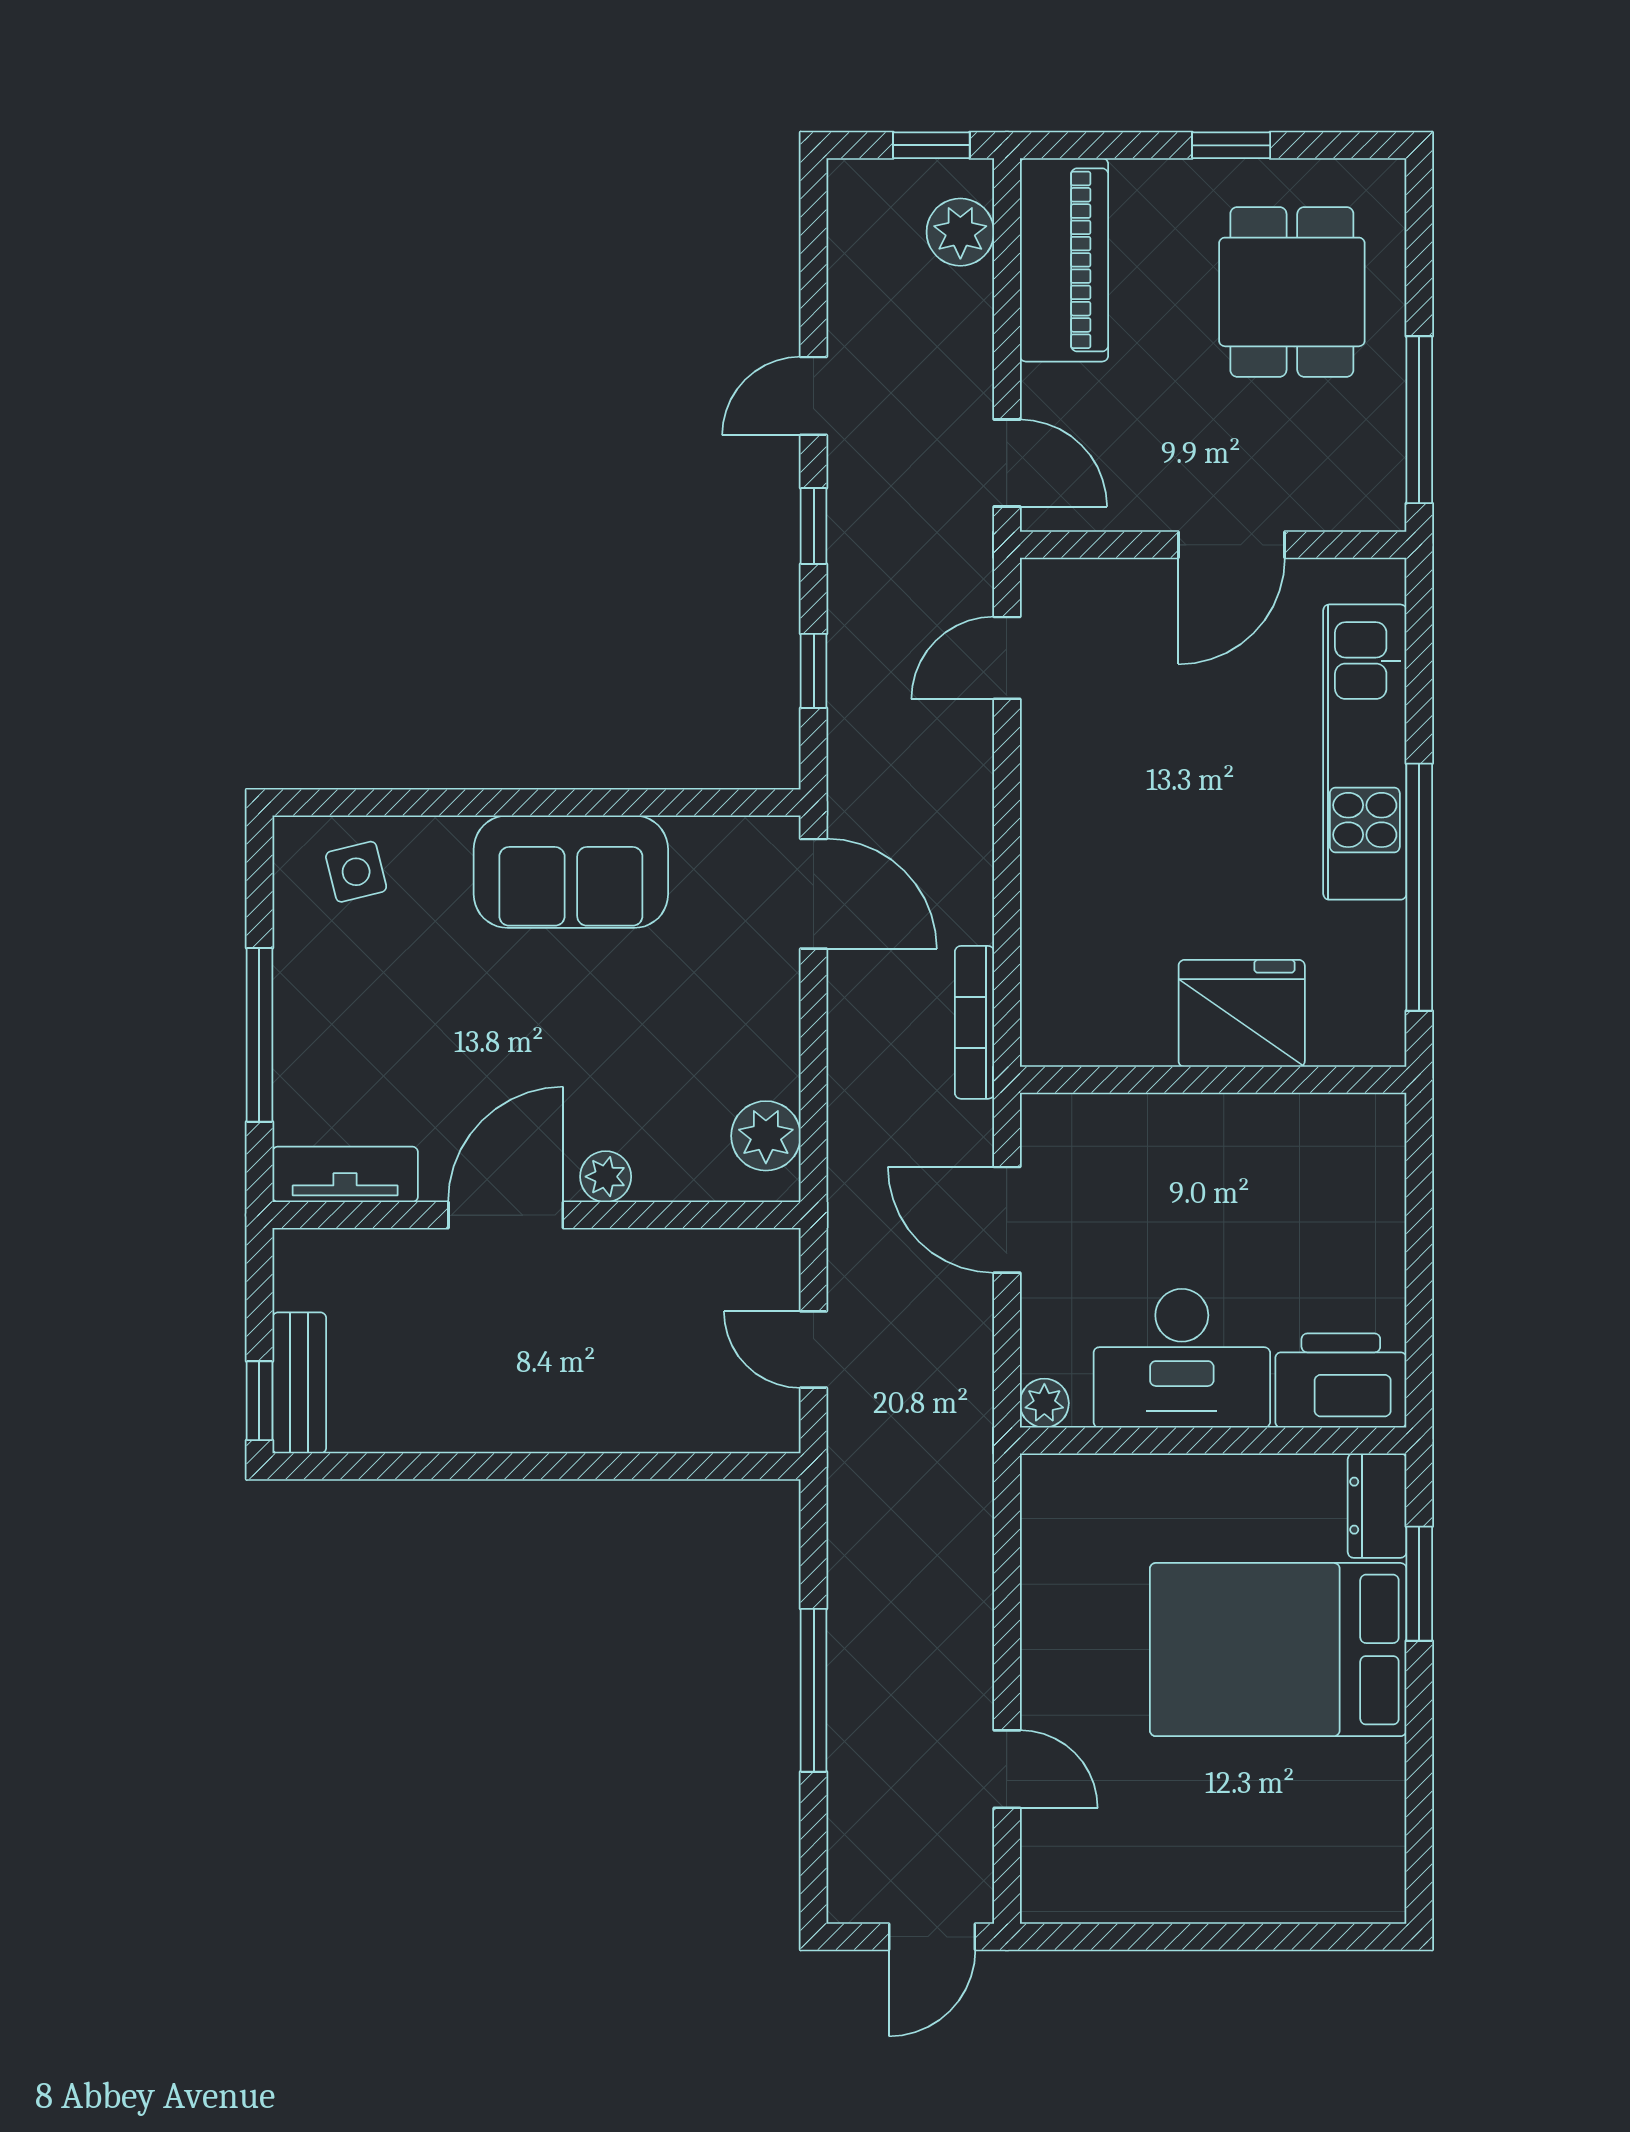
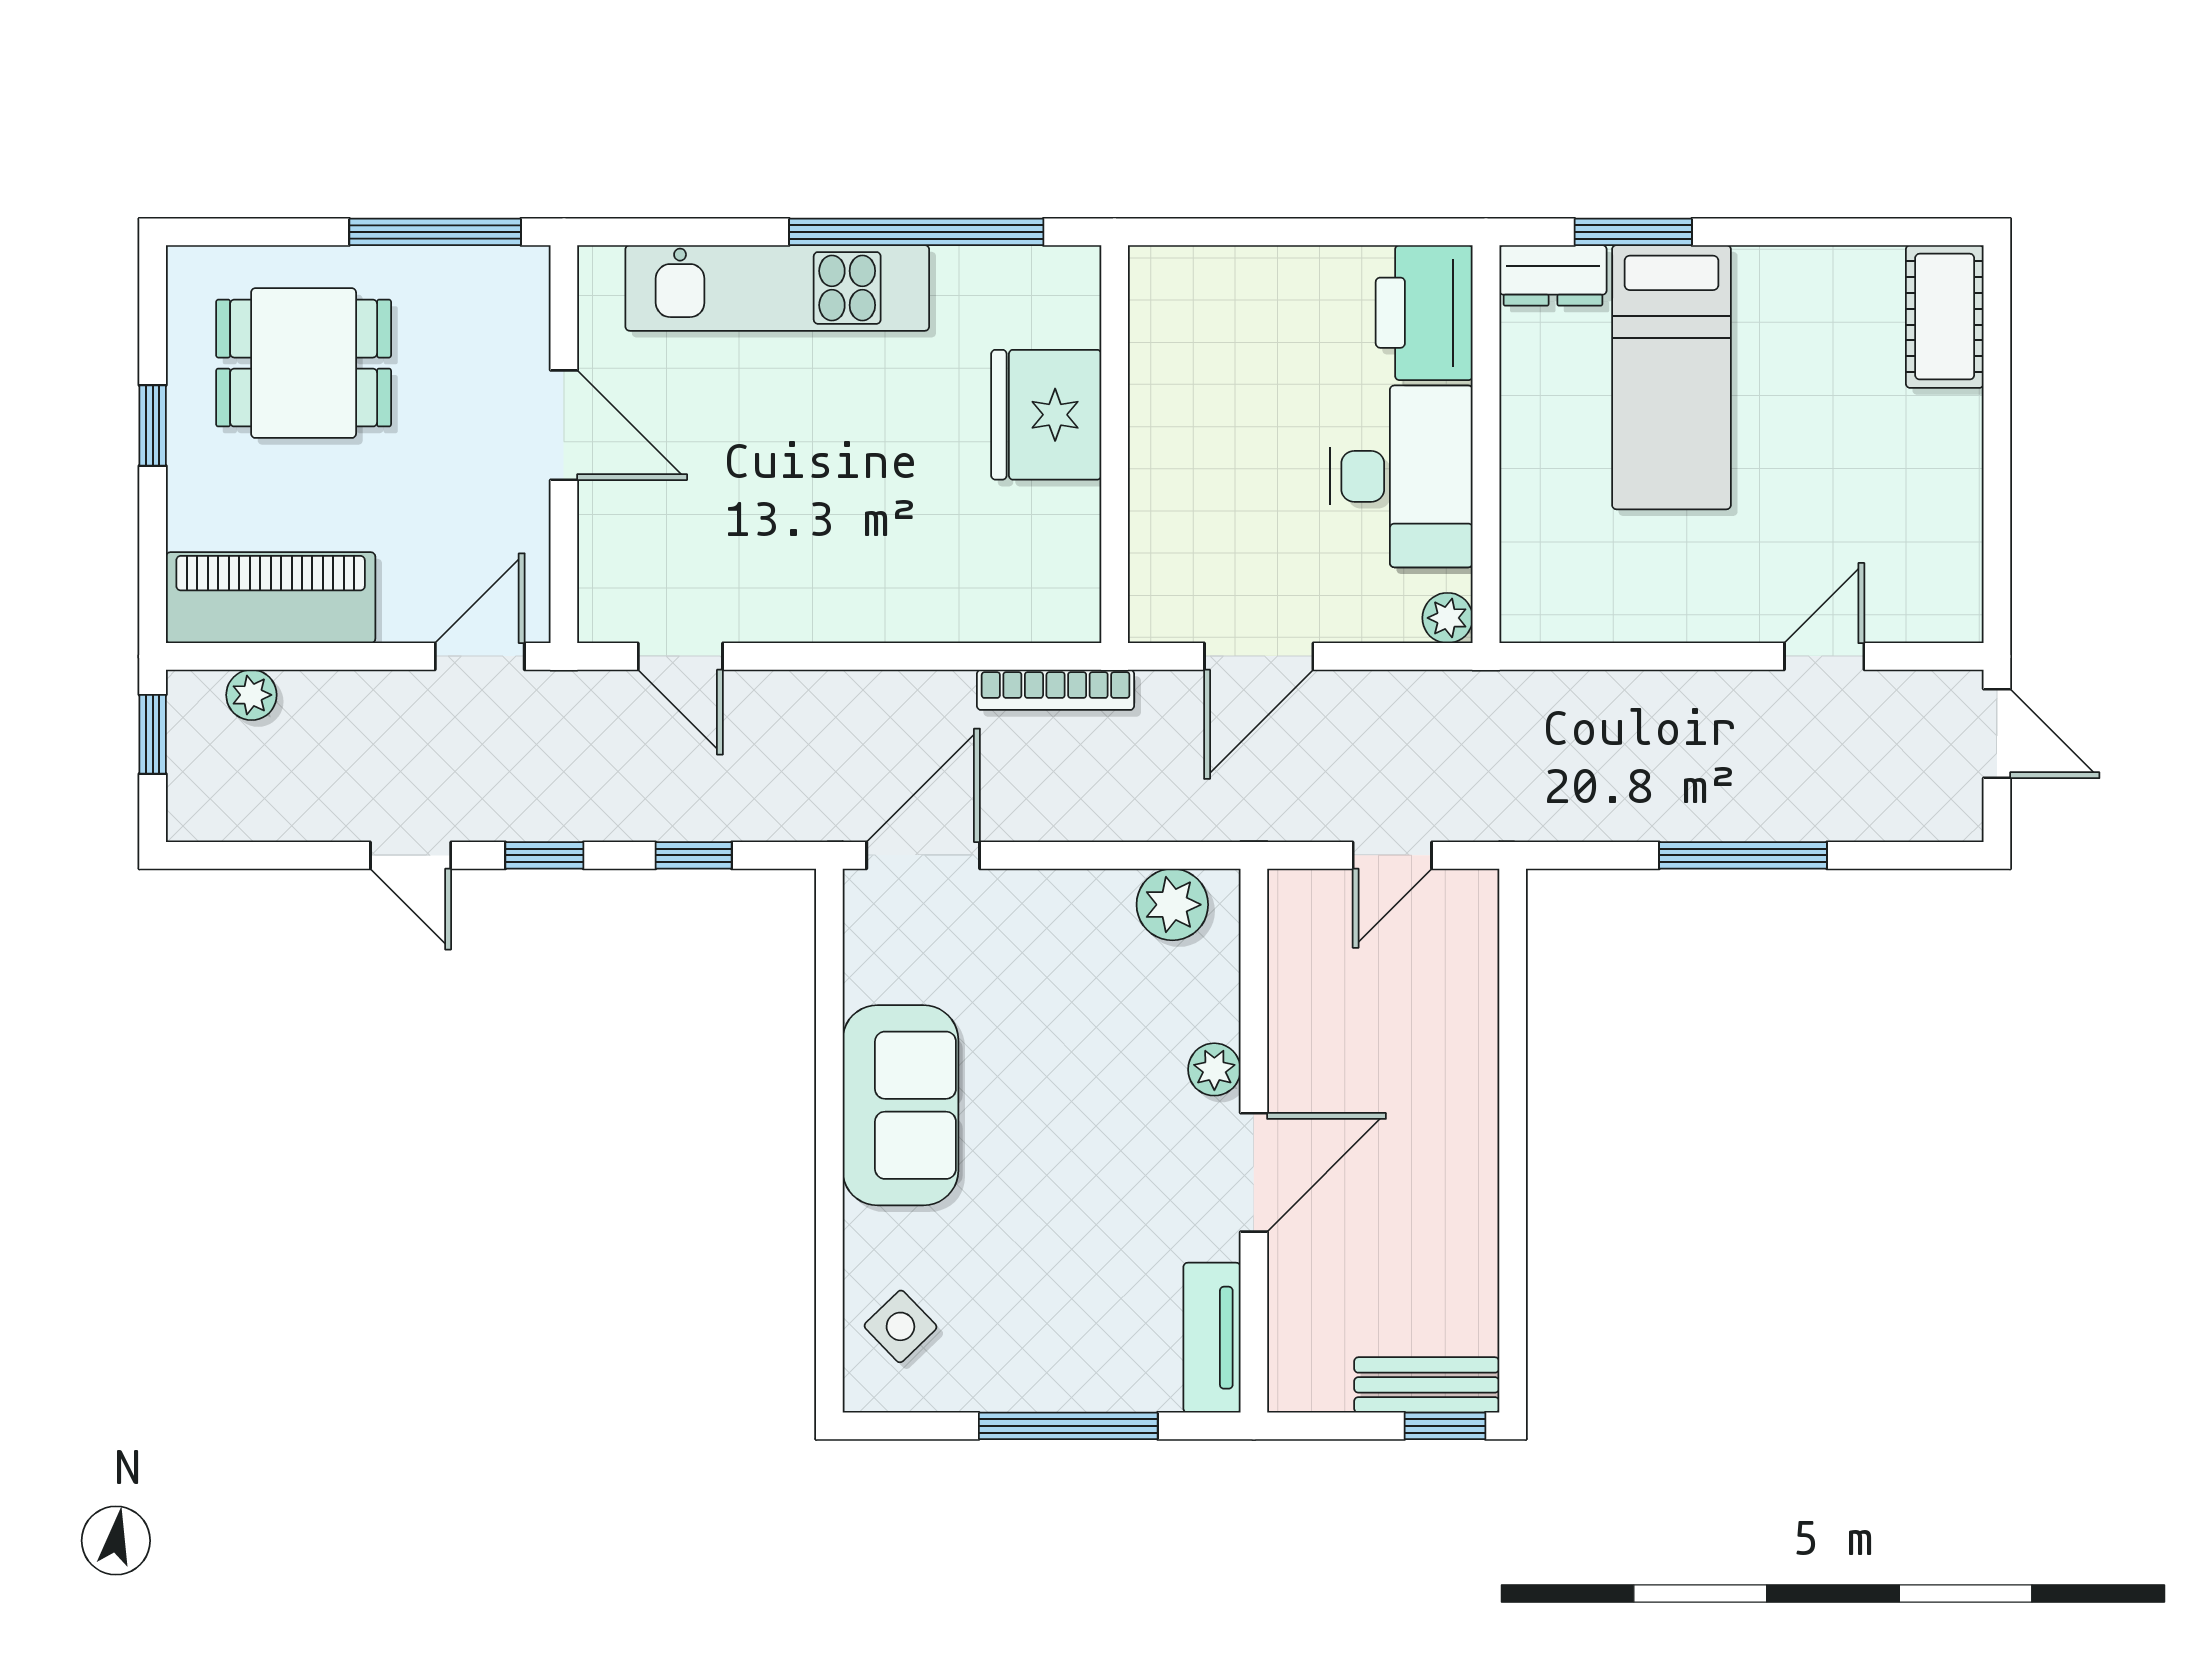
plant: (960, 232) -> (251, 695), width x0.73, depth x0.73
side table: (356, 872) -> (900, 1326), turned -30
door: (506, 1215) -> (1254, 1172), swing flipped
bed: (1278, 1650) -> (1671, 377), width x0.67
cot: (1337, 1886) -> (1945, 317), added

